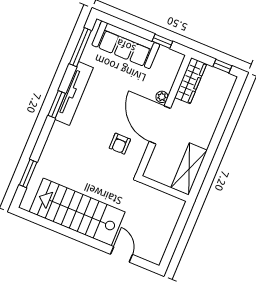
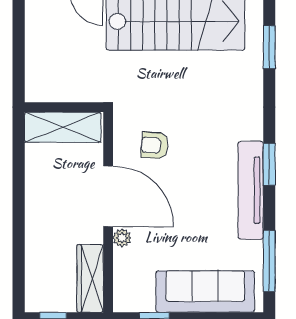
armchair: (120, 144) -> (155, 145), turned -86
shelving: (189, 169) -> (63, 127), moved, turned 90

